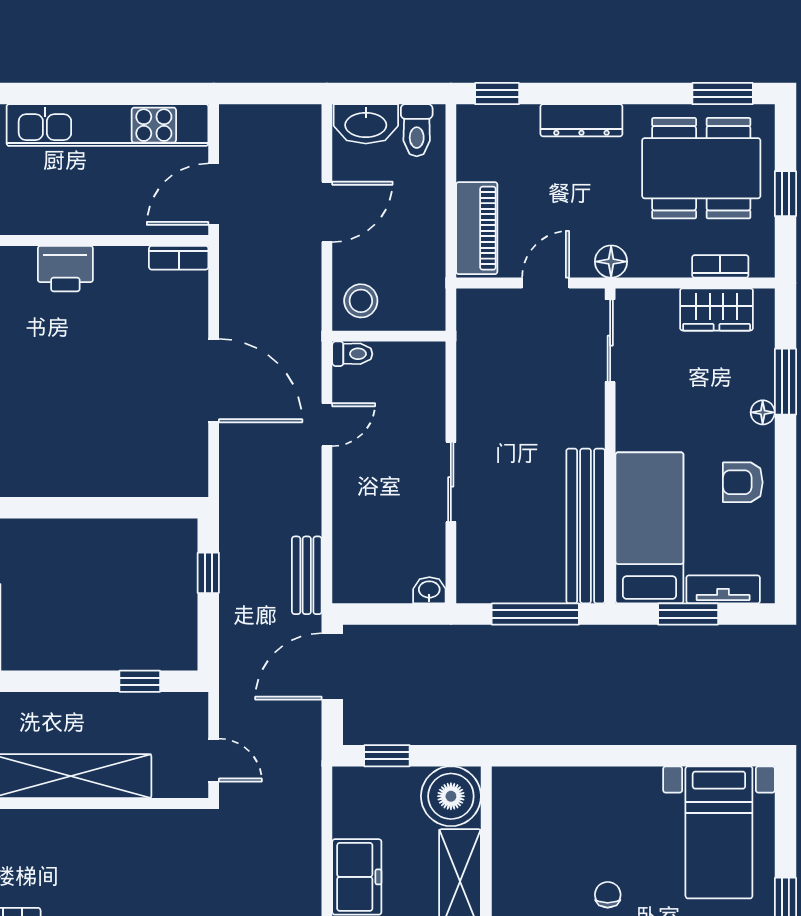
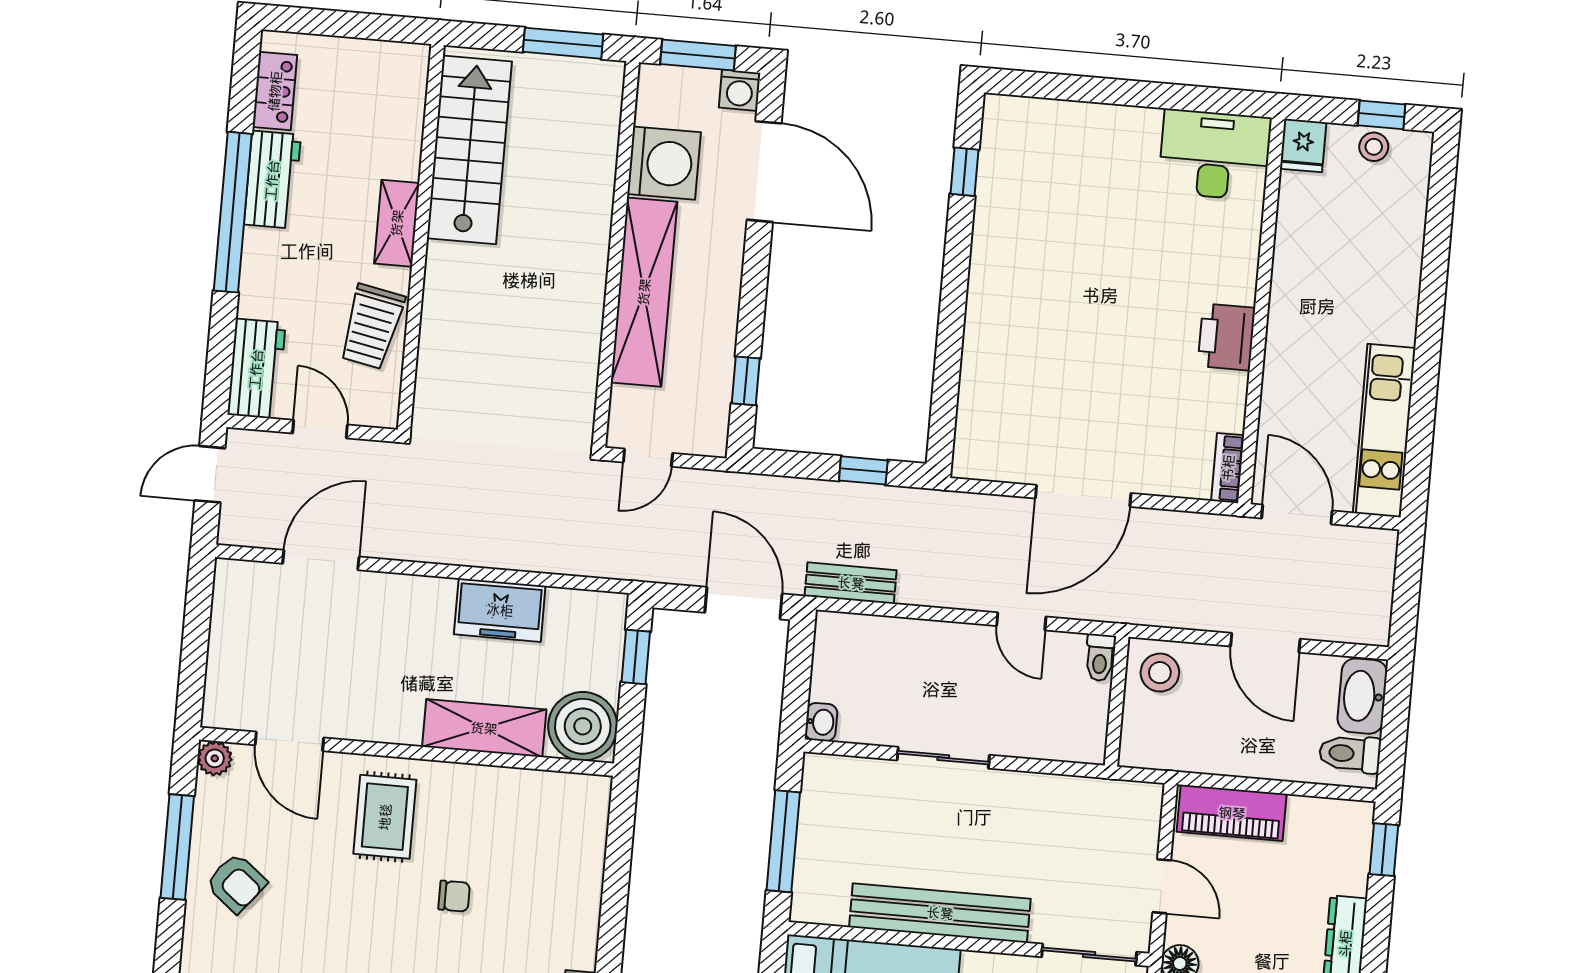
kitchen unit: (107, 125) -> (1384, 431), width x0.73
bench: (586, 526) -> (940, 913), moved

